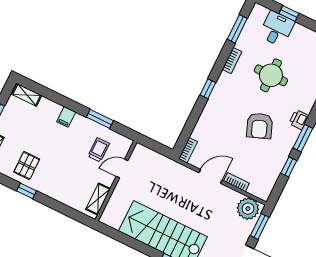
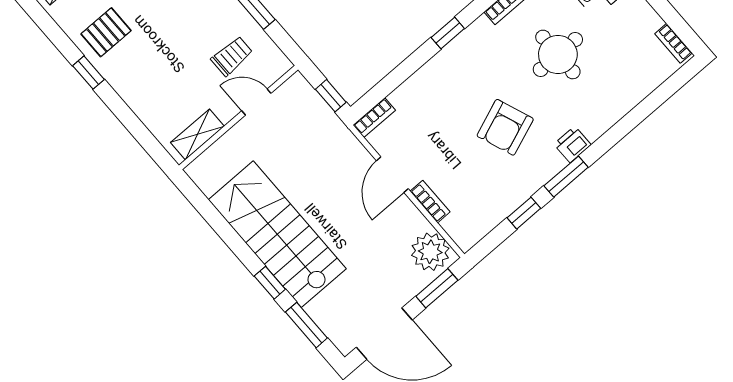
window: (160, 148) -> (331, 96), added
door: (210, 176) -> (392, 175), swing flipped

